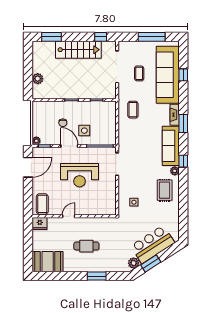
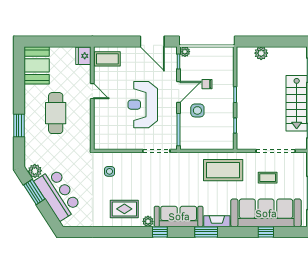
coffee table: (133, 110) -> (223, 170), width x1.86, depth x1.72
cafe table: (86, 246) -> (56, 113), width x1.37, depth x1.35

